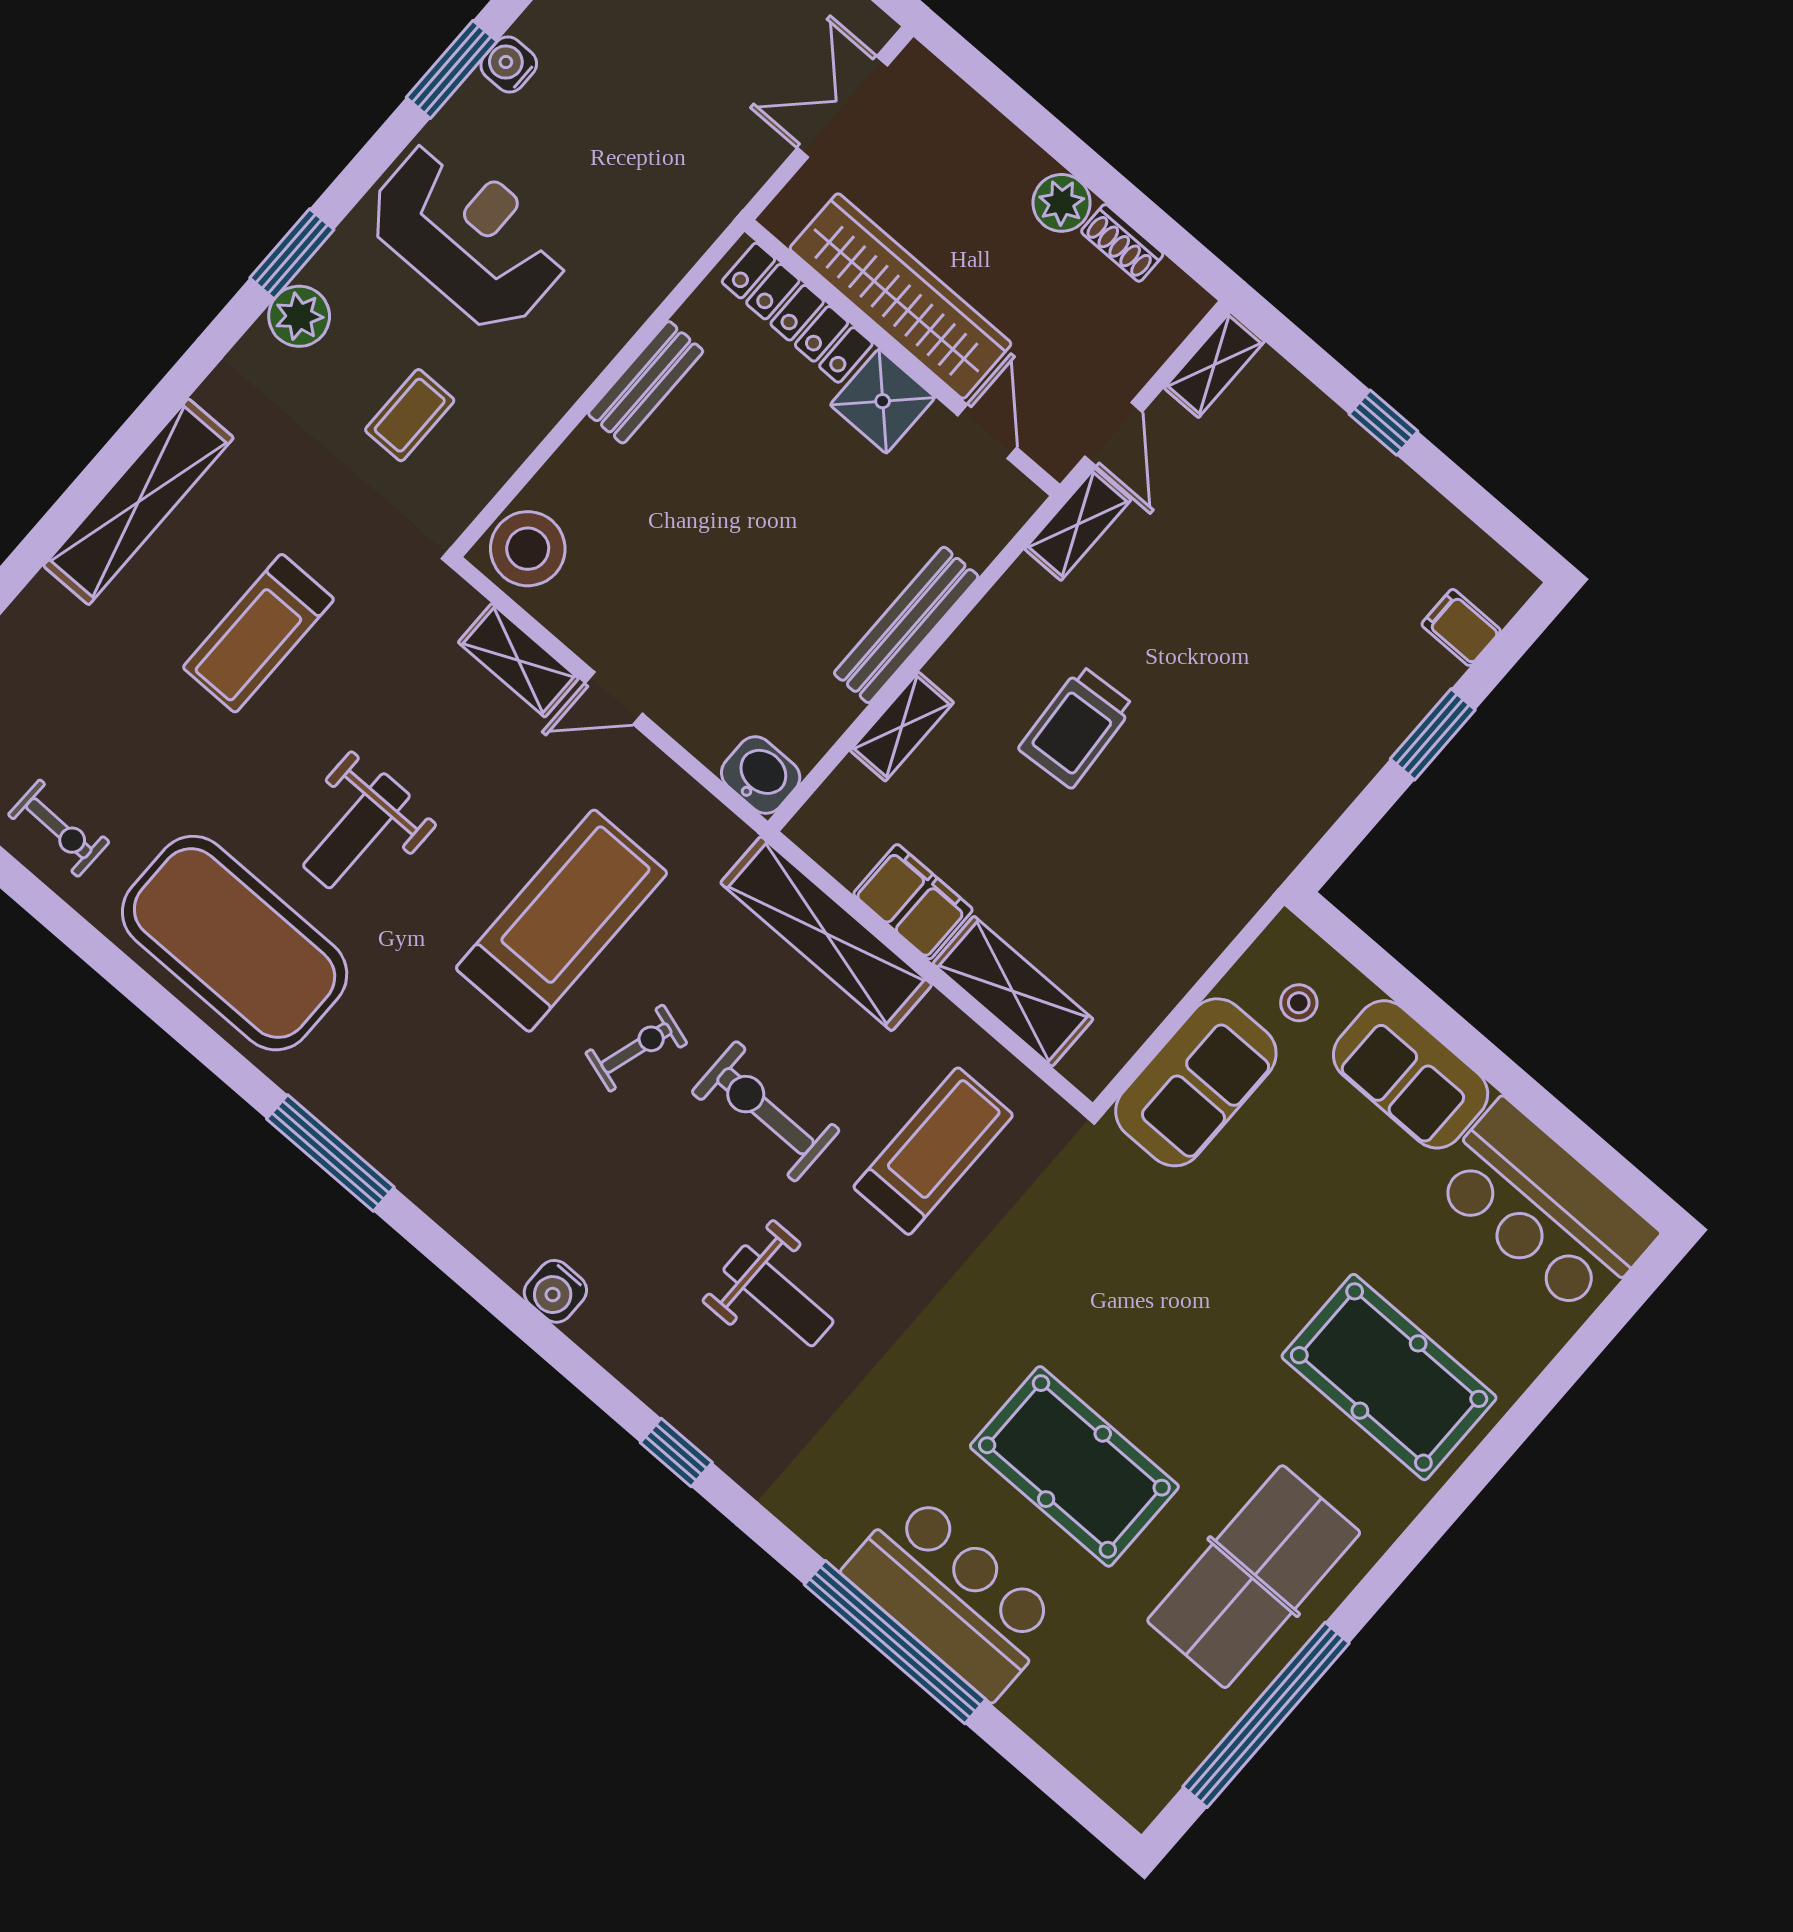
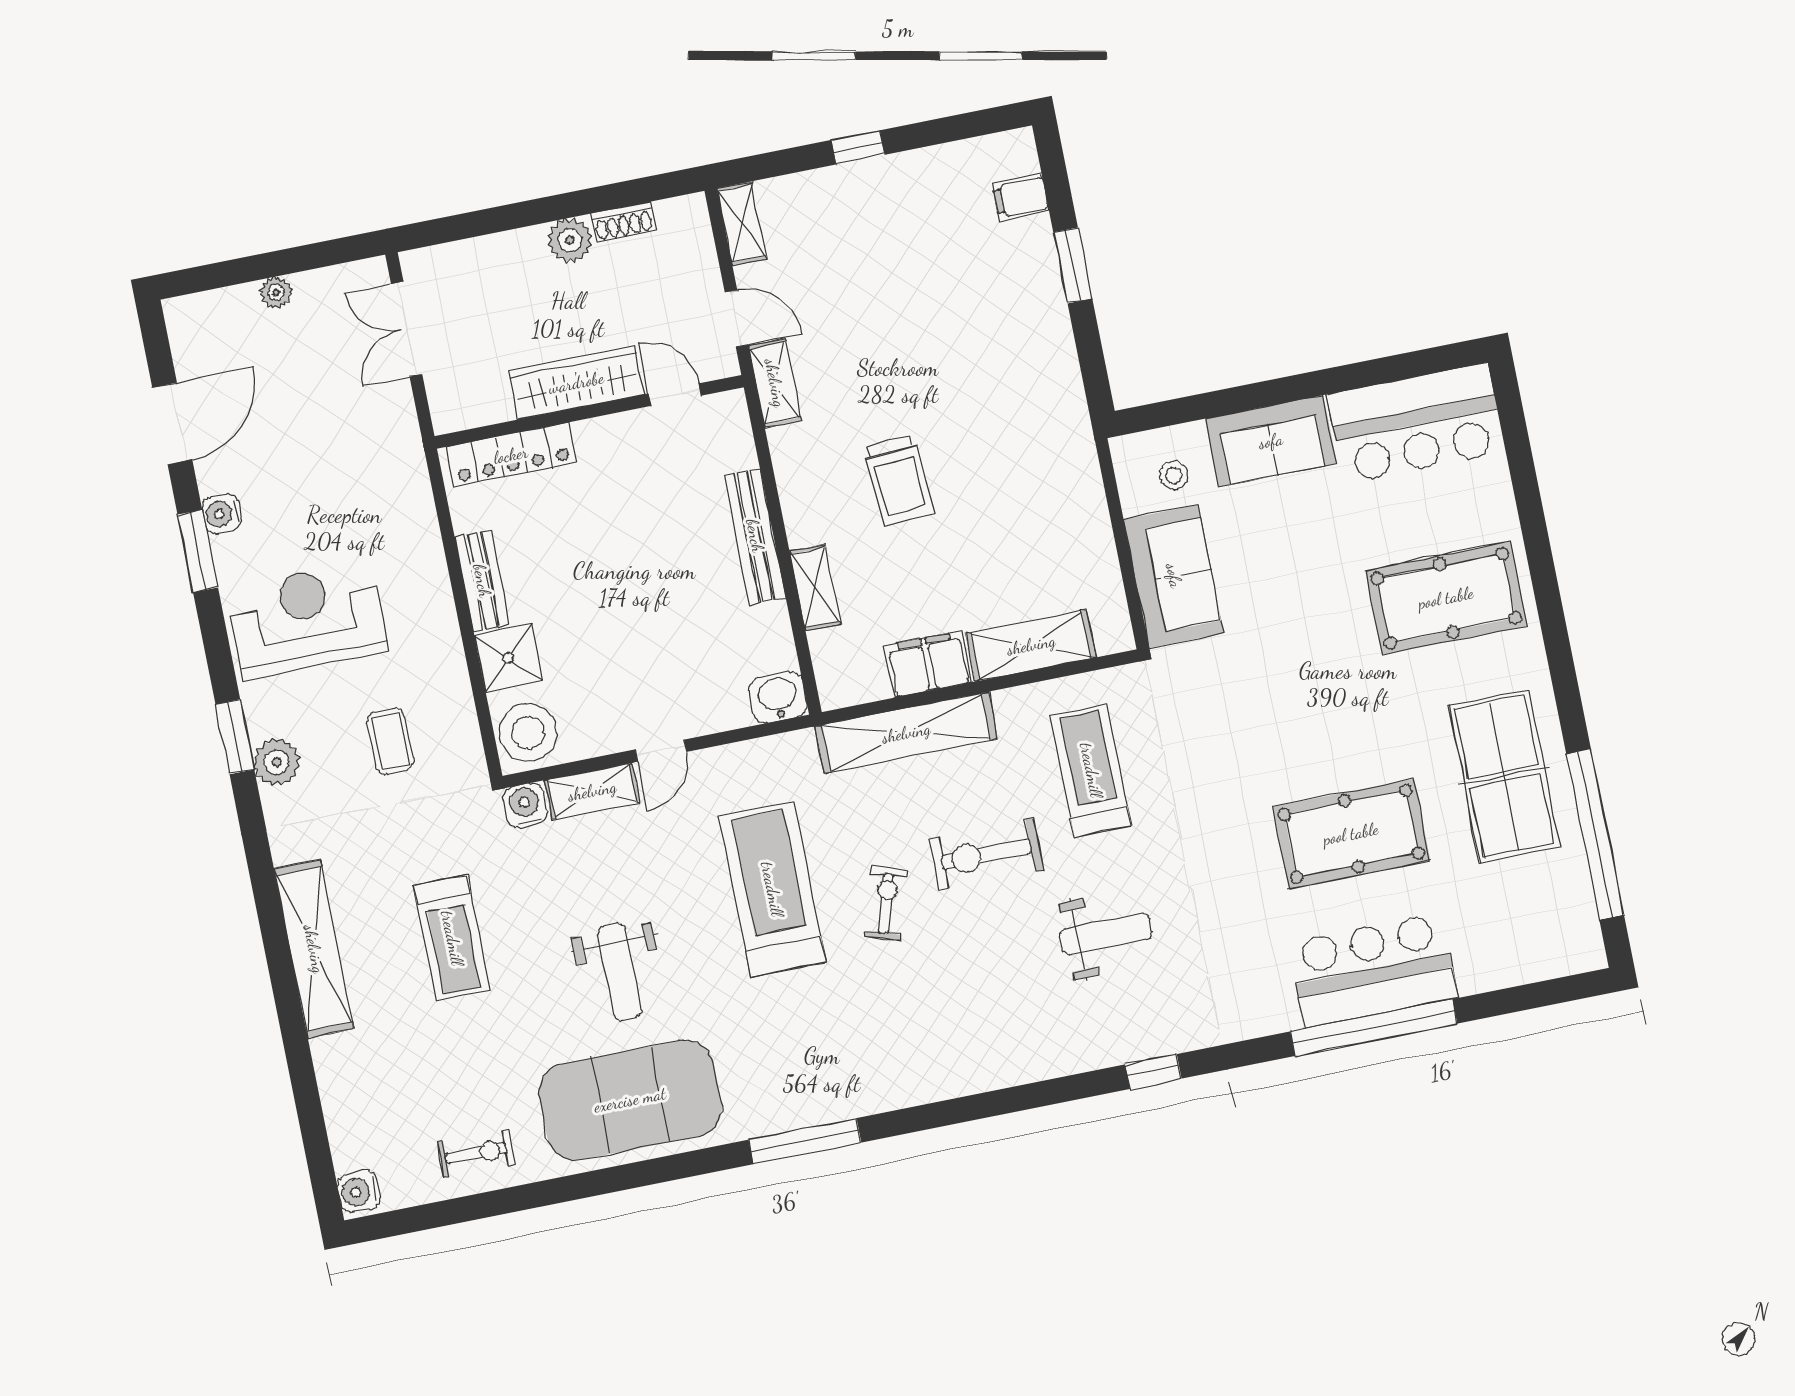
wardrobe: (900, 296) -> (576, 383), width x0.71, depth x0.85
shower: (883, 401) -> (508, 658), moved
water cooler: (555, 1291) -> (525, 805), moved, turned 180

